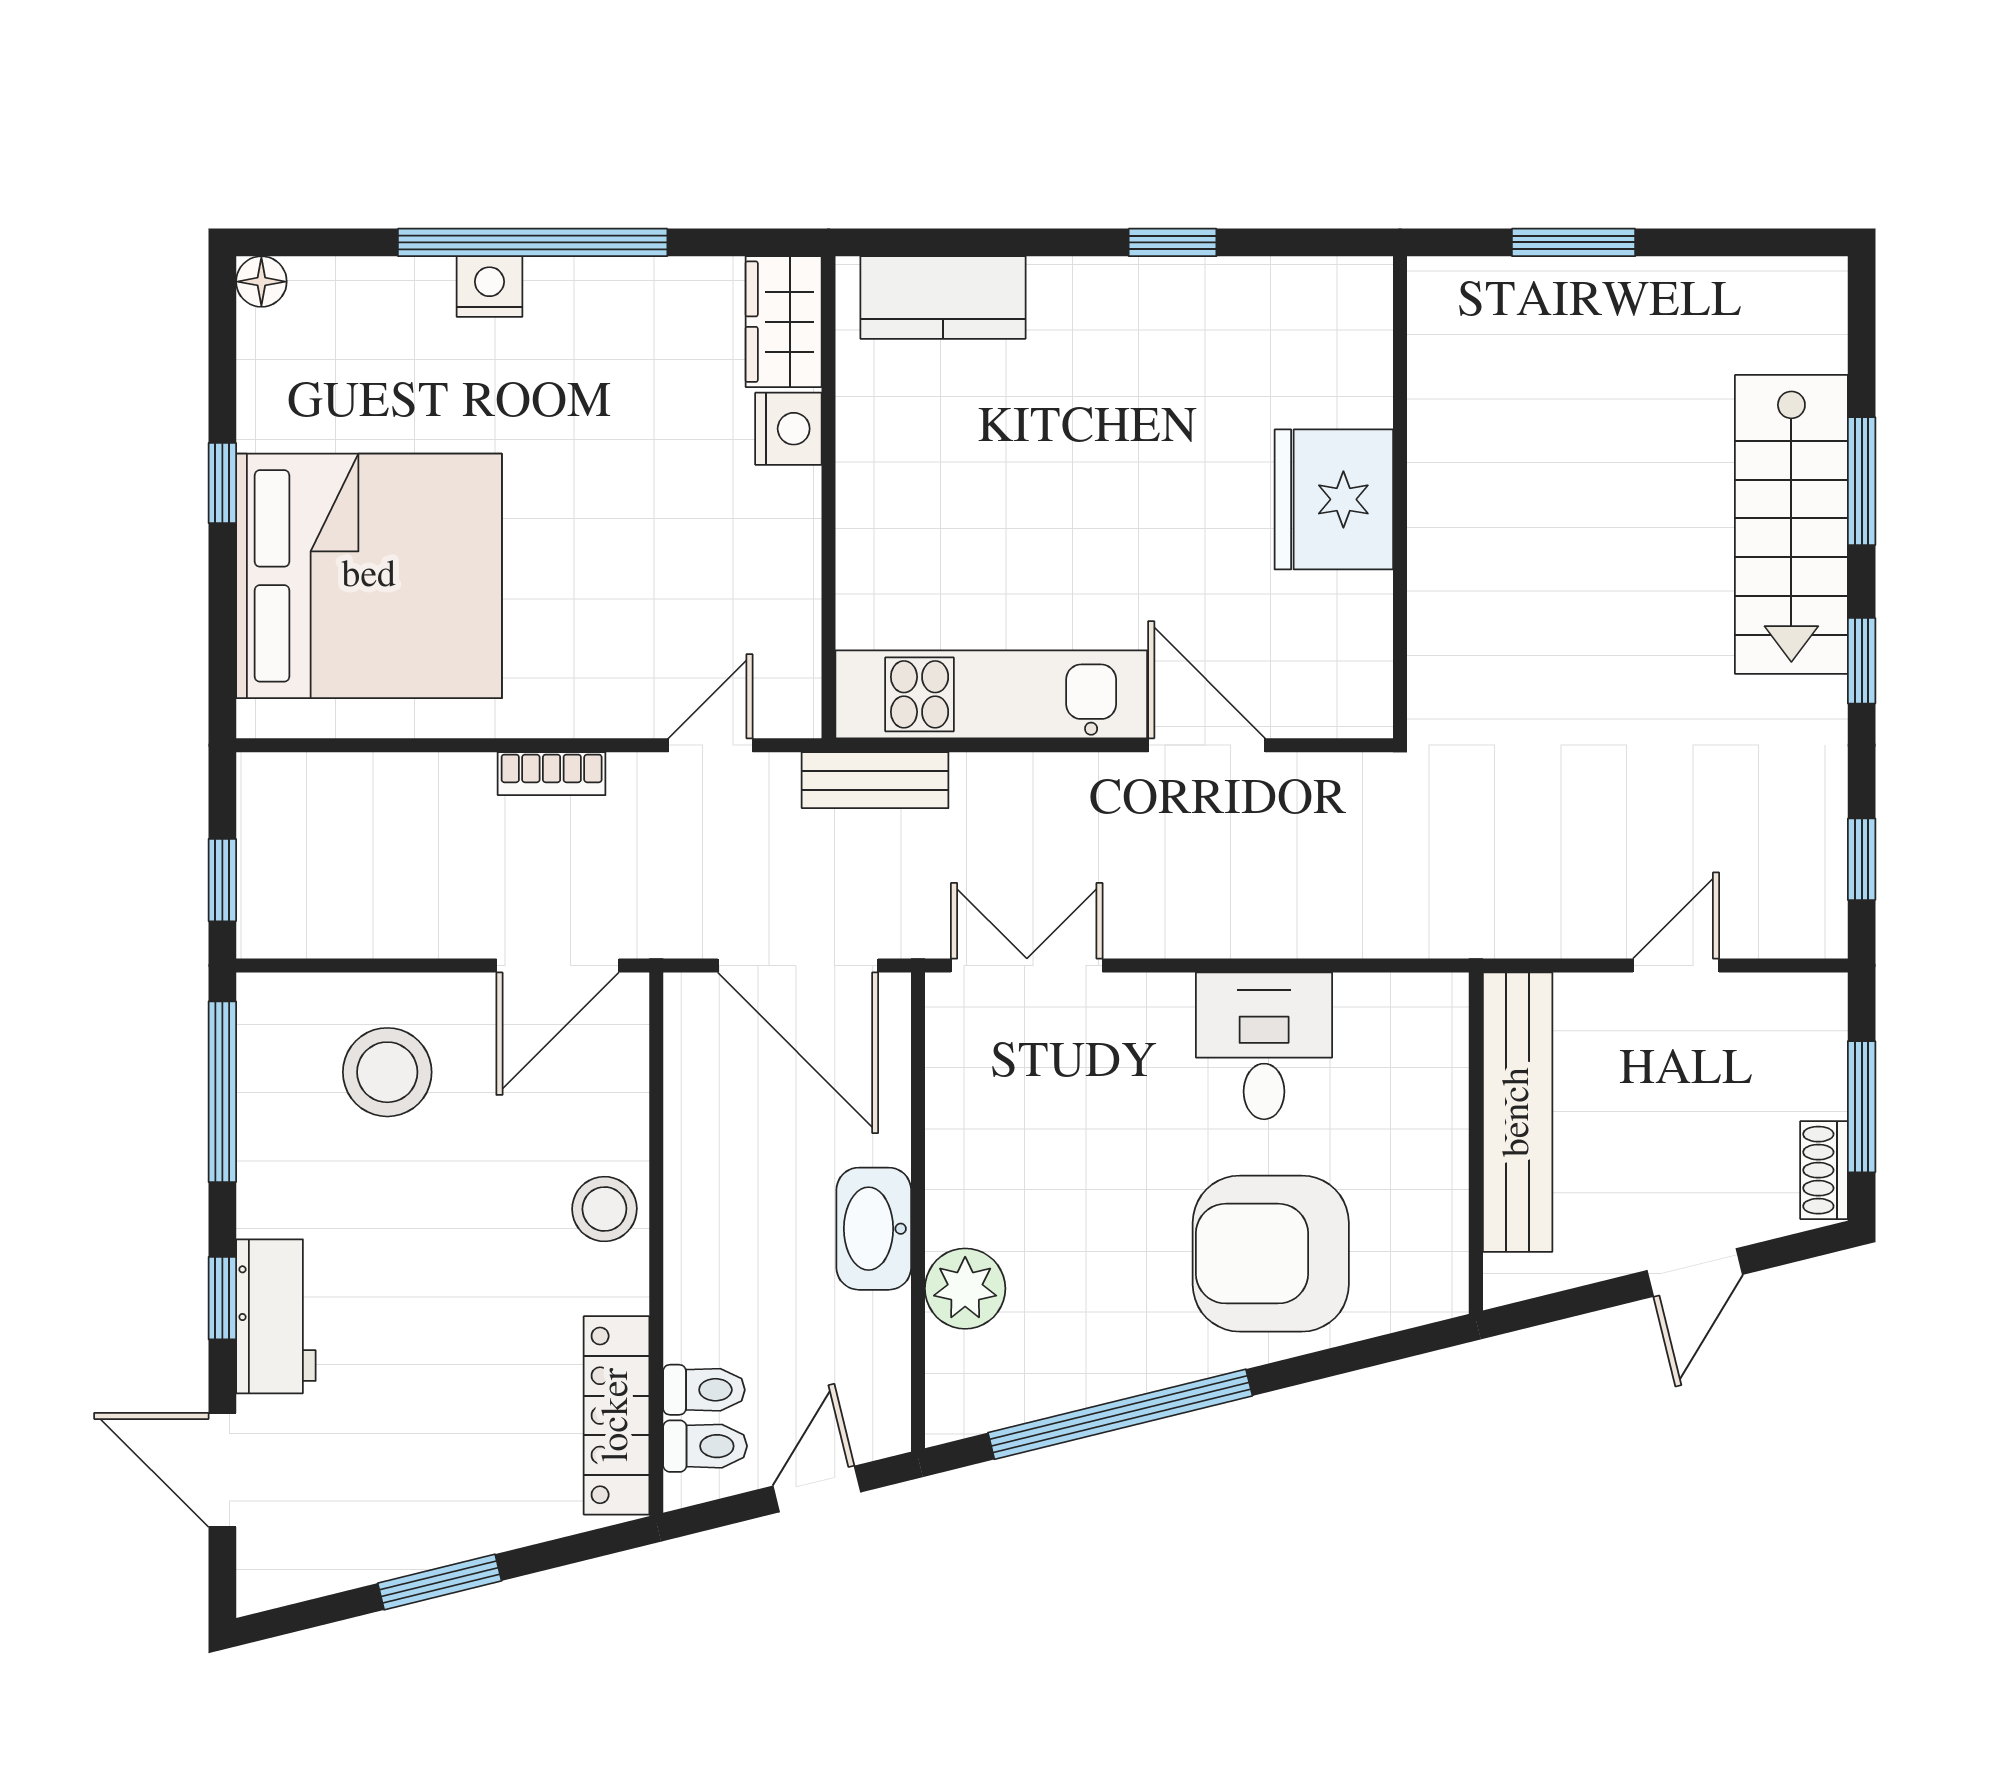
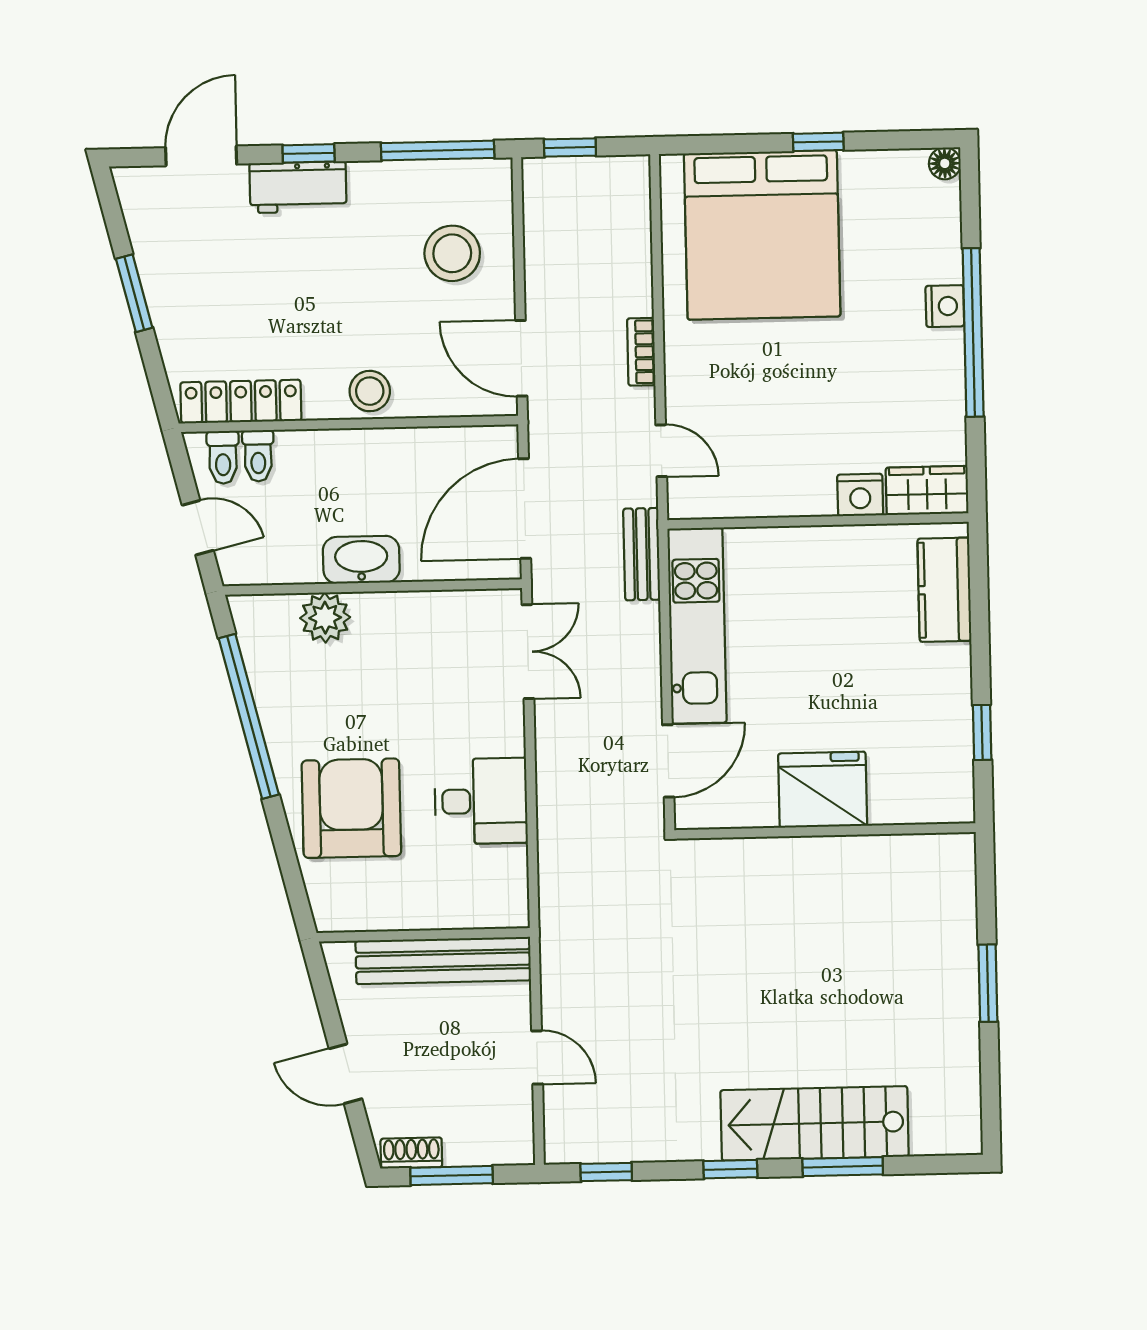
wall: (1400, 497) -> (825, 831), moved
fridge: (1334, 499) -> (823, 790), moved

